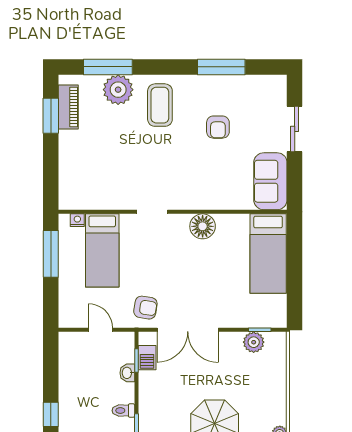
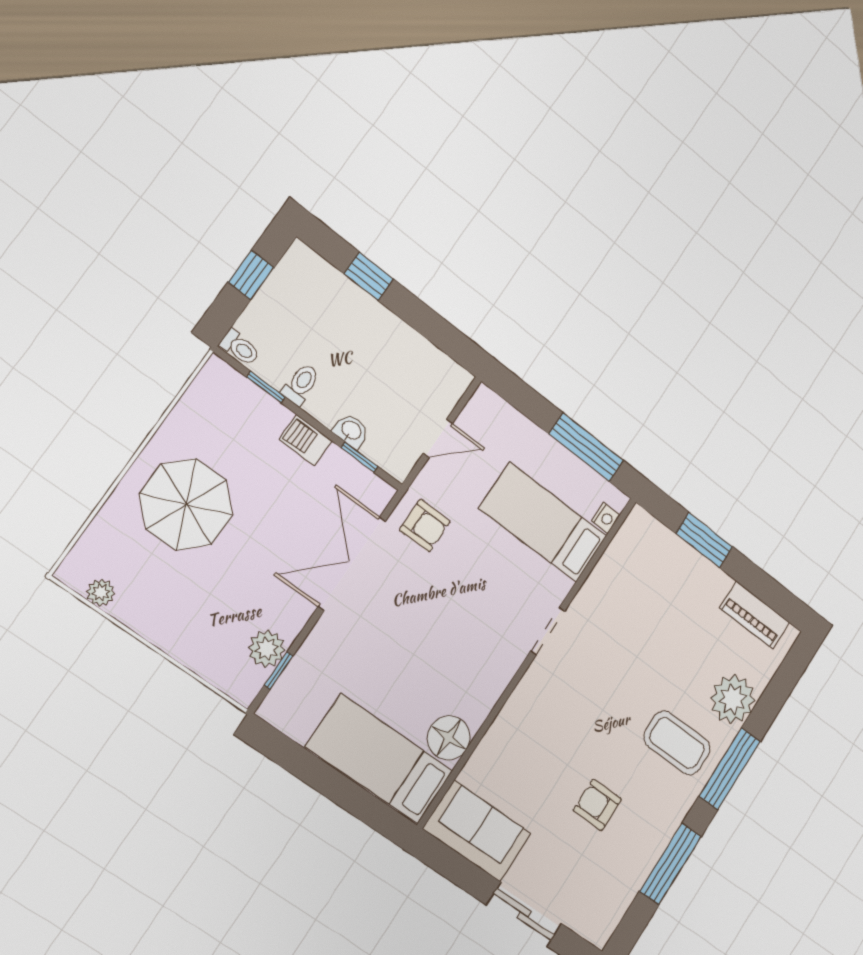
window: (108, 67) -> (730, 769), moved
window: (51, 116) -> (704, 540), moved
floor lamp: (203, 226) -> (449, 738), moved
armchair: (145, 308) -> (425, 525), turned -99
barbecue: (147, 358) -> (305, 440), moved

